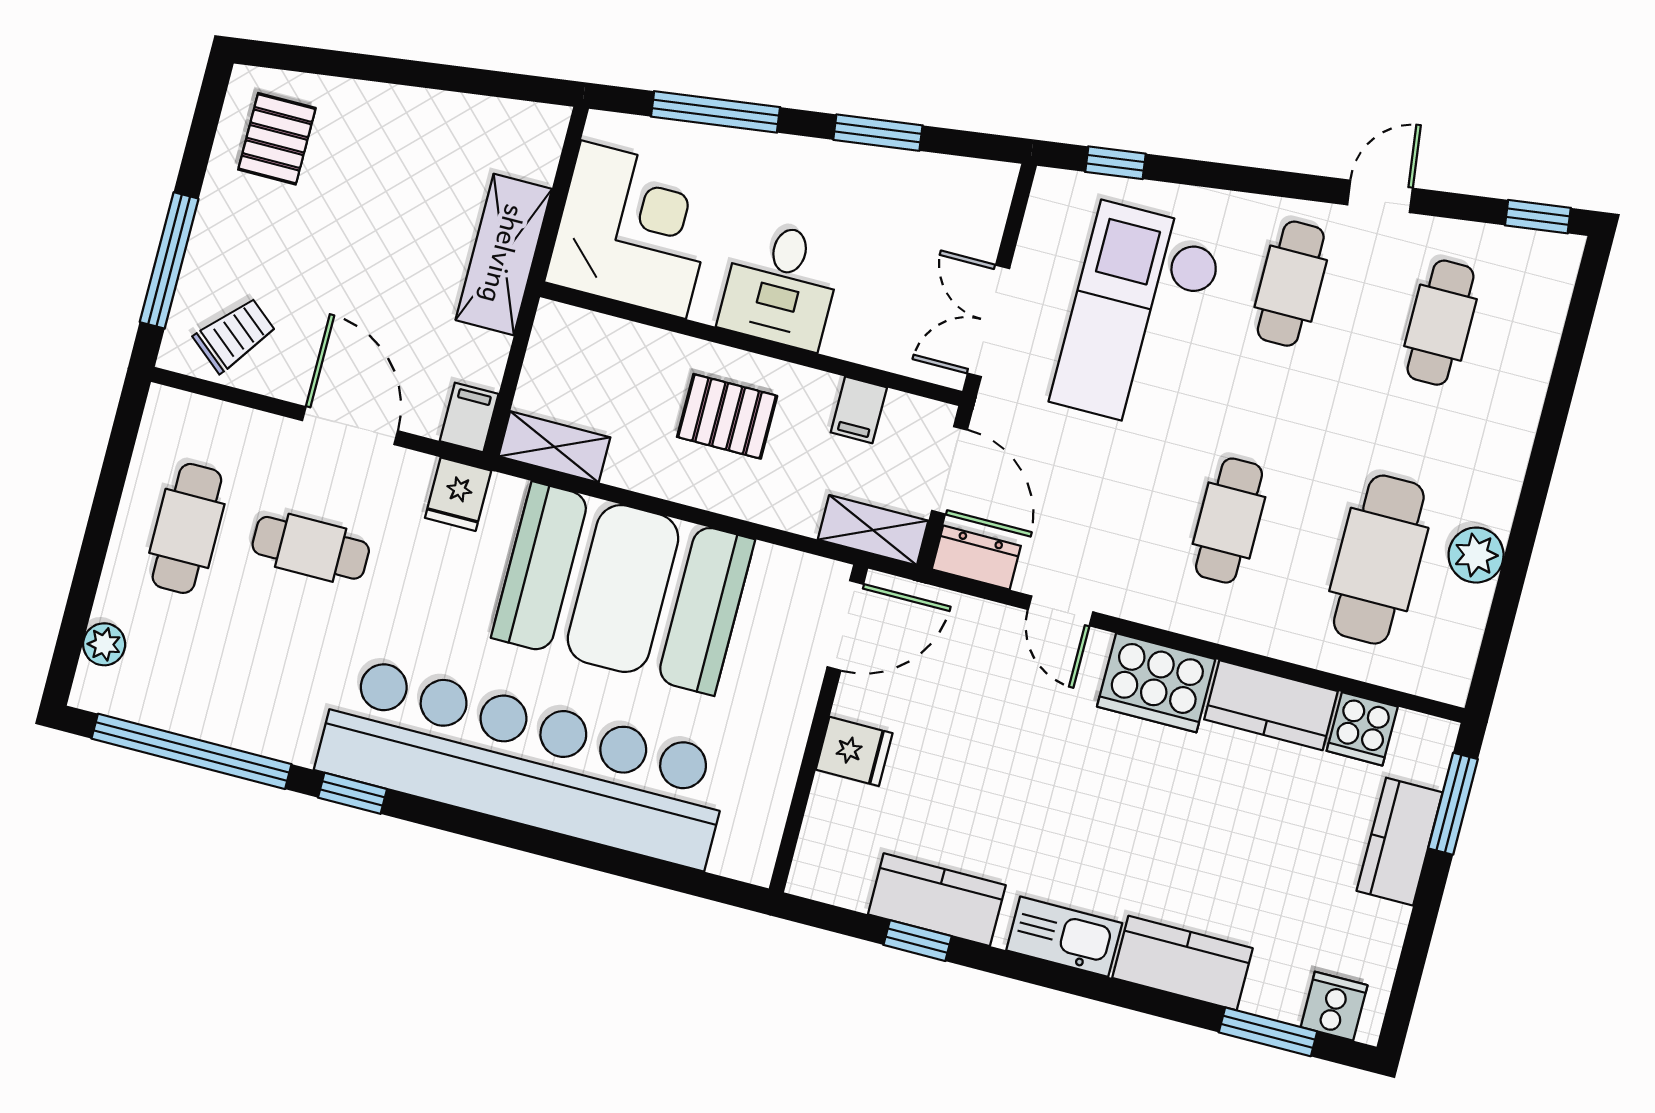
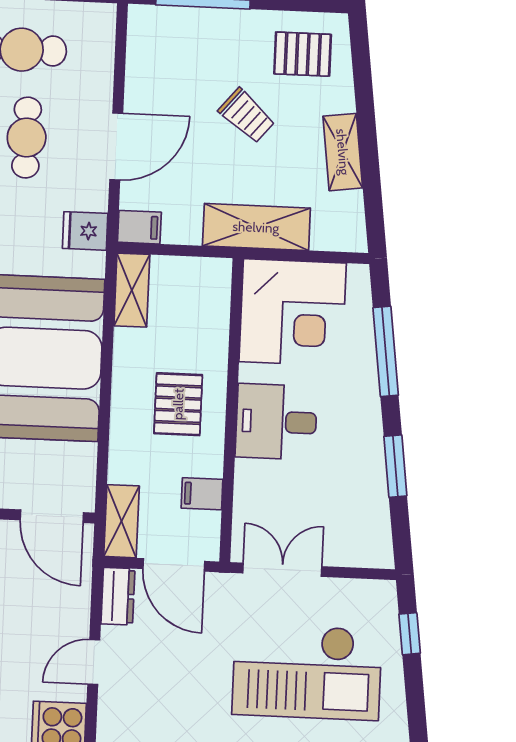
shelving: (425, 112) -> (343, 152), added
checkout: (1138, 317) -> (307, 672), turned 180
trolley: (235, 335) -> (247, 116), moved
door: (950, 470) -> (174, 565), hinge flipped

